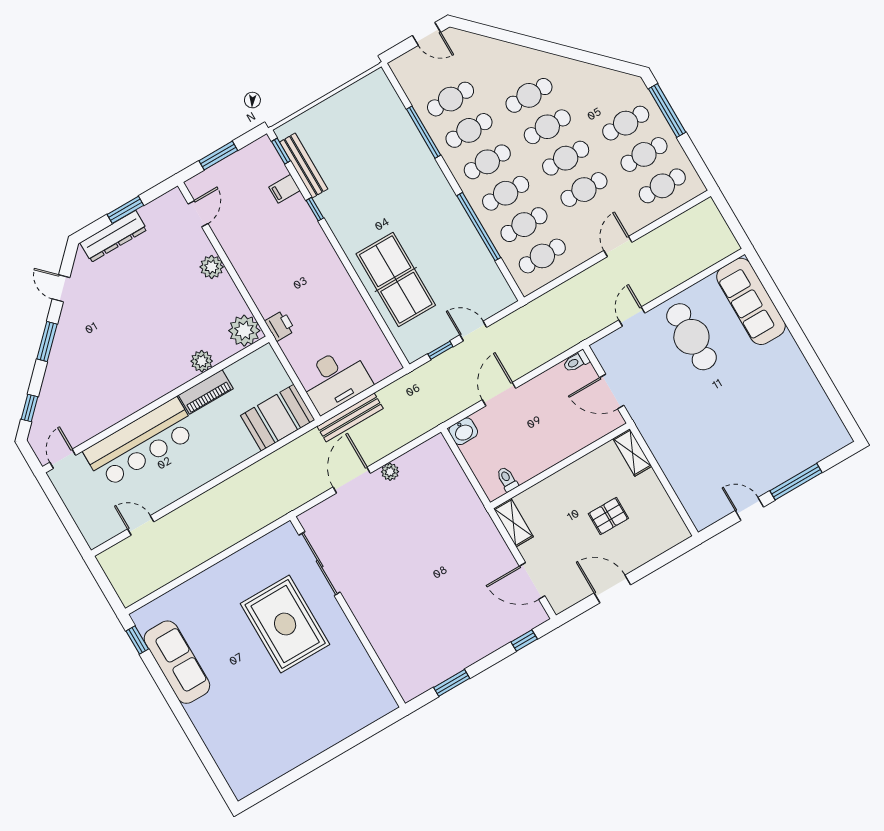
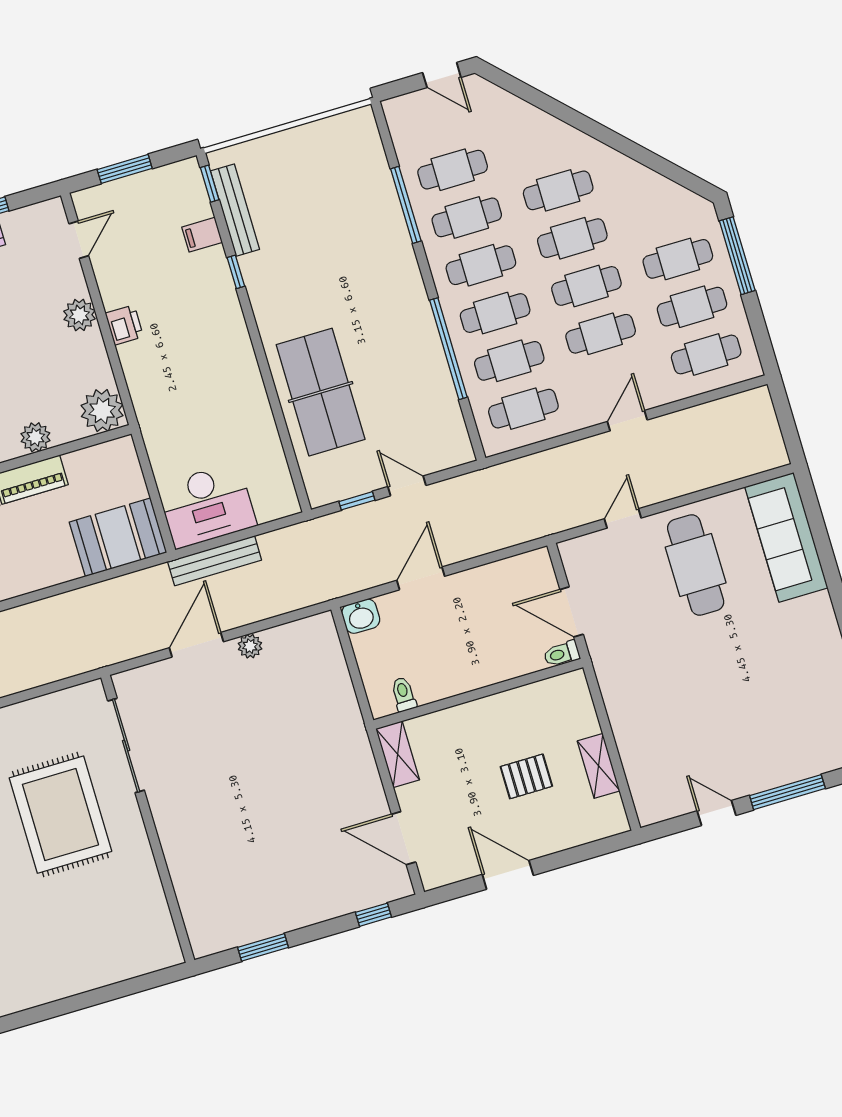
printer: (280, 326) -> (124, 325), moved
toilet: (576, 361) -> (562, 654), moved
shelving: (632, 452) -> (599, 766), moved

